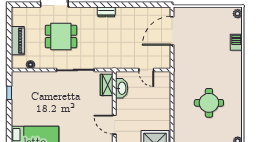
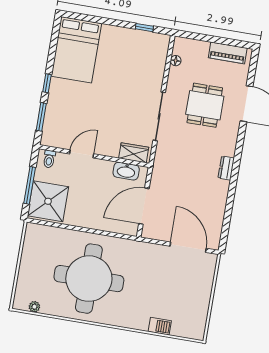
plant: (238, 14) -> (196, 334), removed
piano: (18, 41) -> (228, 53), moved
door: (146, 70) -> (144, 206), width x1.88
round table: (209, 103) -> (89, 279), width x1.86, depth x1.86

